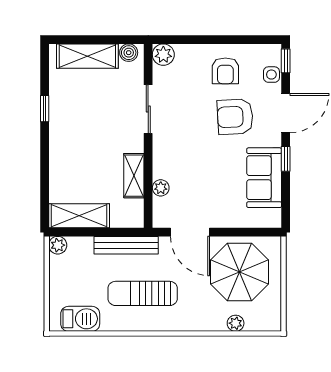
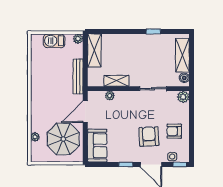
sofa: (264, 178) -> (97, 146), moved, turned 90
sun lounger: (143, 293) -> (51, 86), removed
barbecue: (80, 319) -> (54, 41), moved, turned 90

